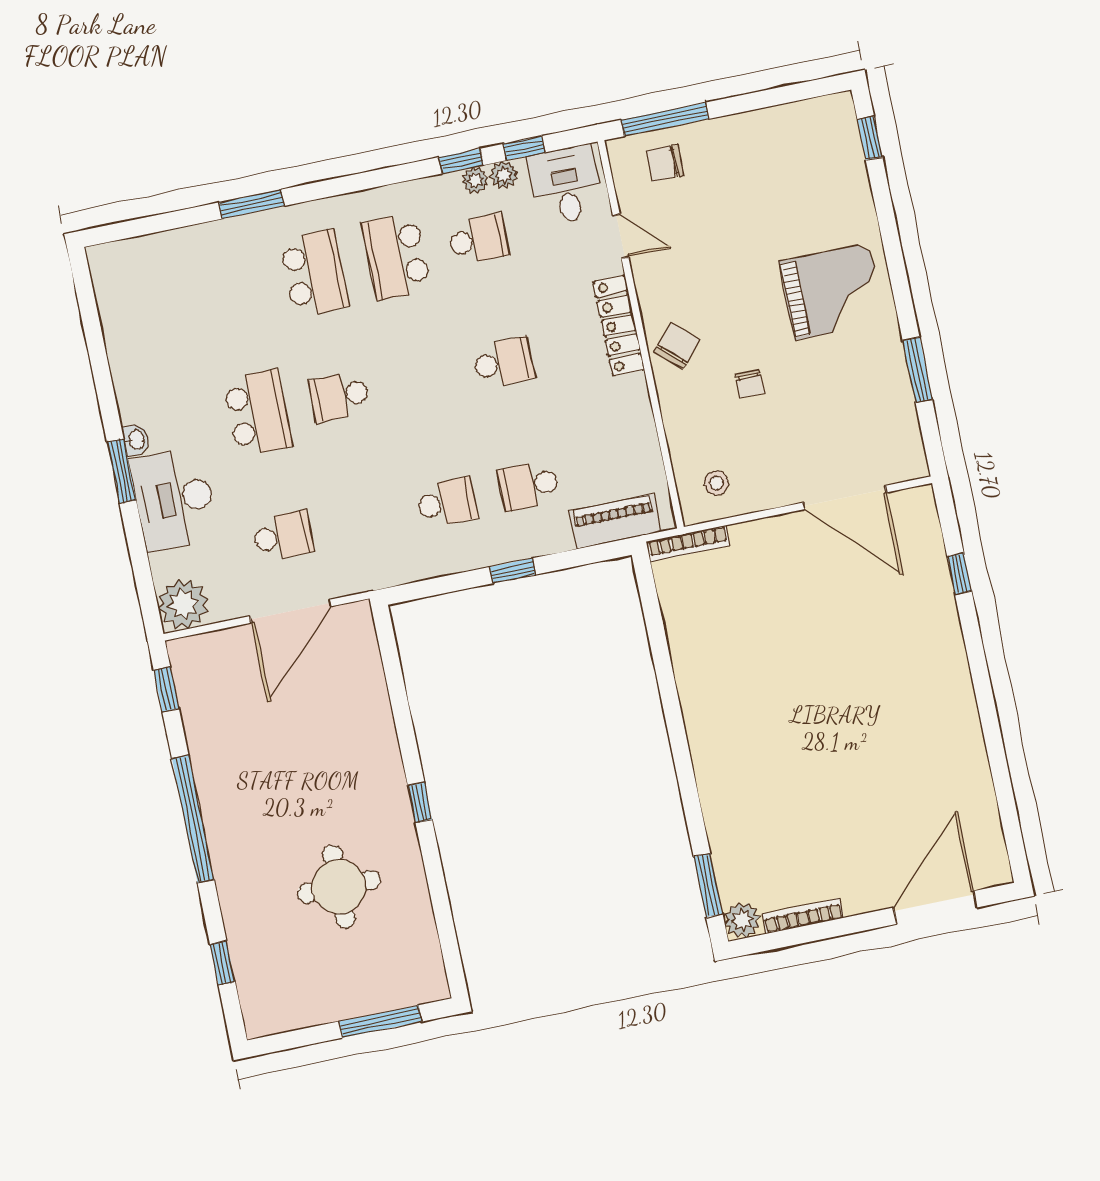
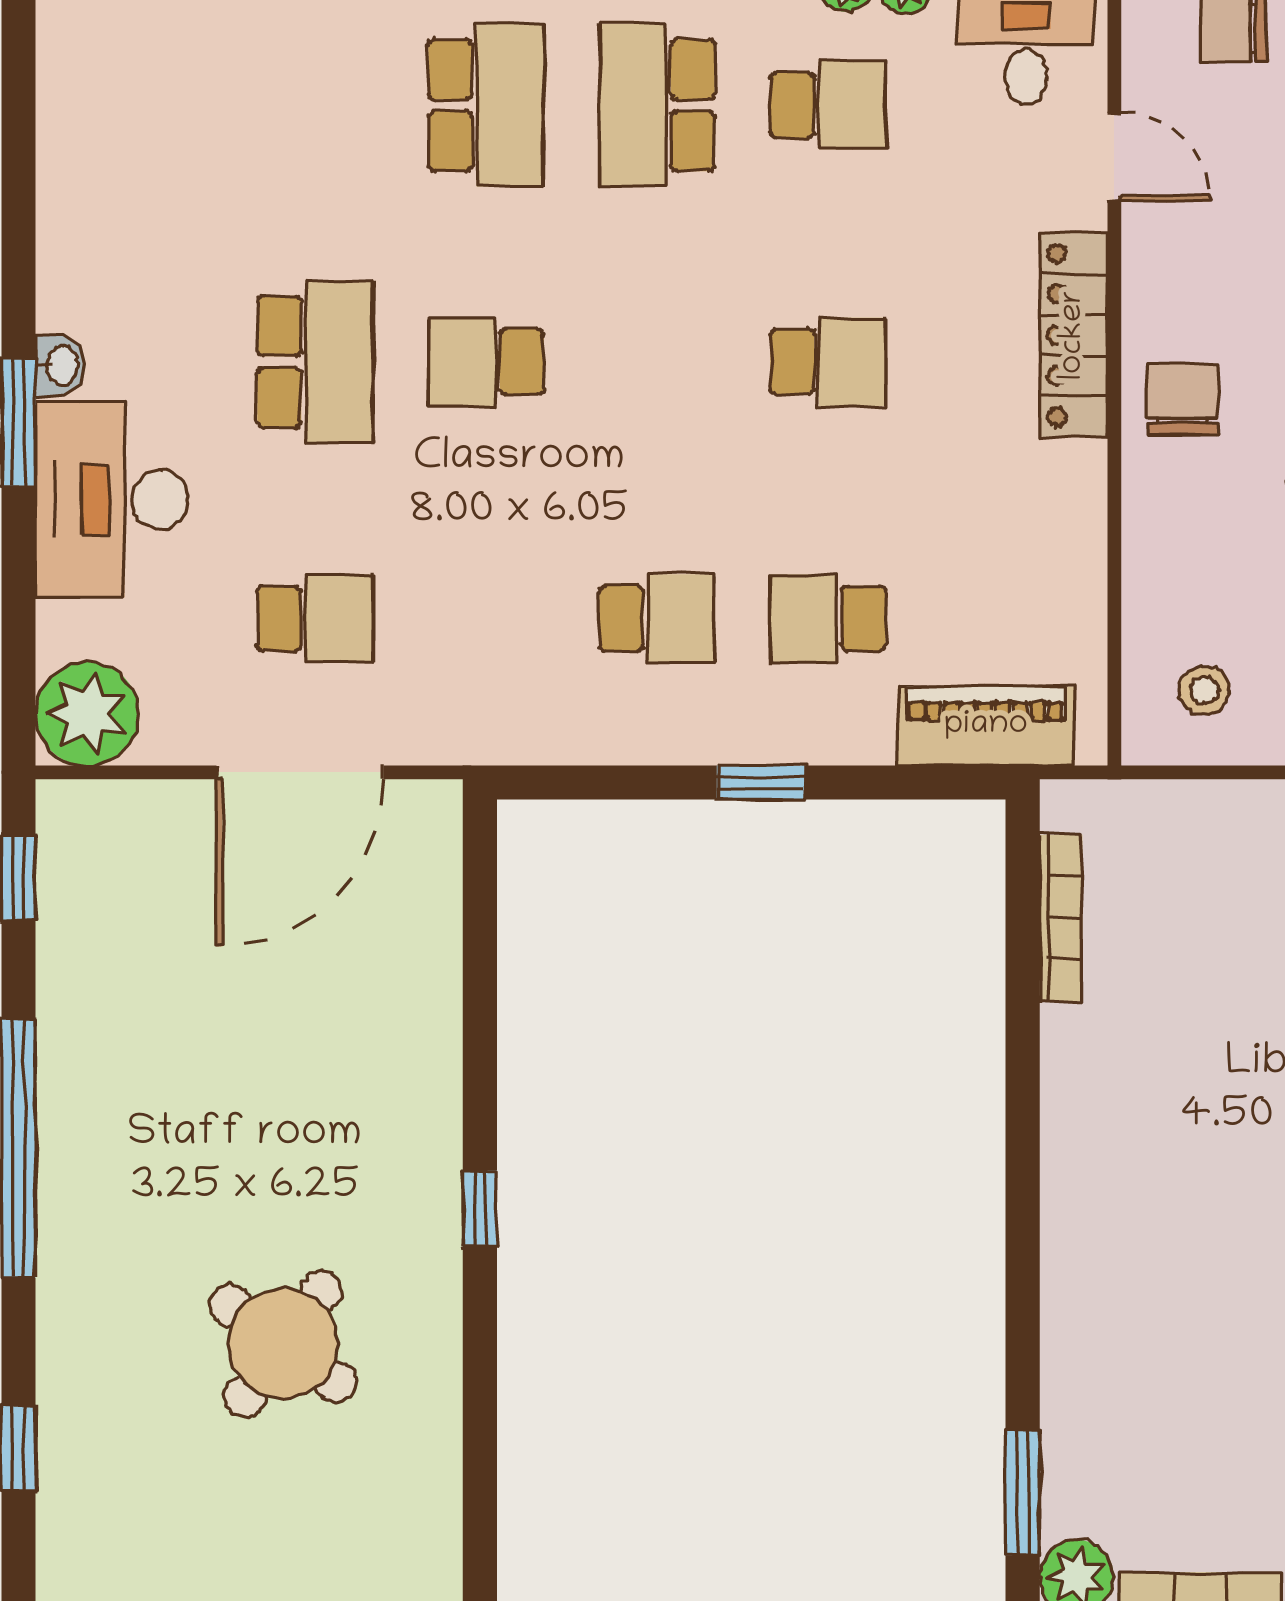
chair: (677, 345) -> (1182, 399), turned -42
bookcase: (688, 544) -> (1061, 918), moved, turned -90
round table: (339, 887) -> (283, 1344), turned 36

